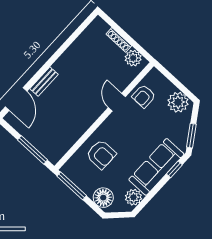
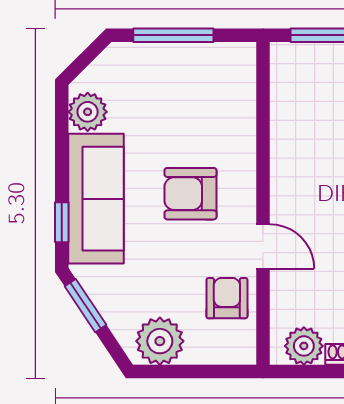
armchair: (101, 154) -> (190, 194), moved
window: (72, 186) -> (173, 35), moved
floor lamp: (103, 198) -> (138, 64), removed

